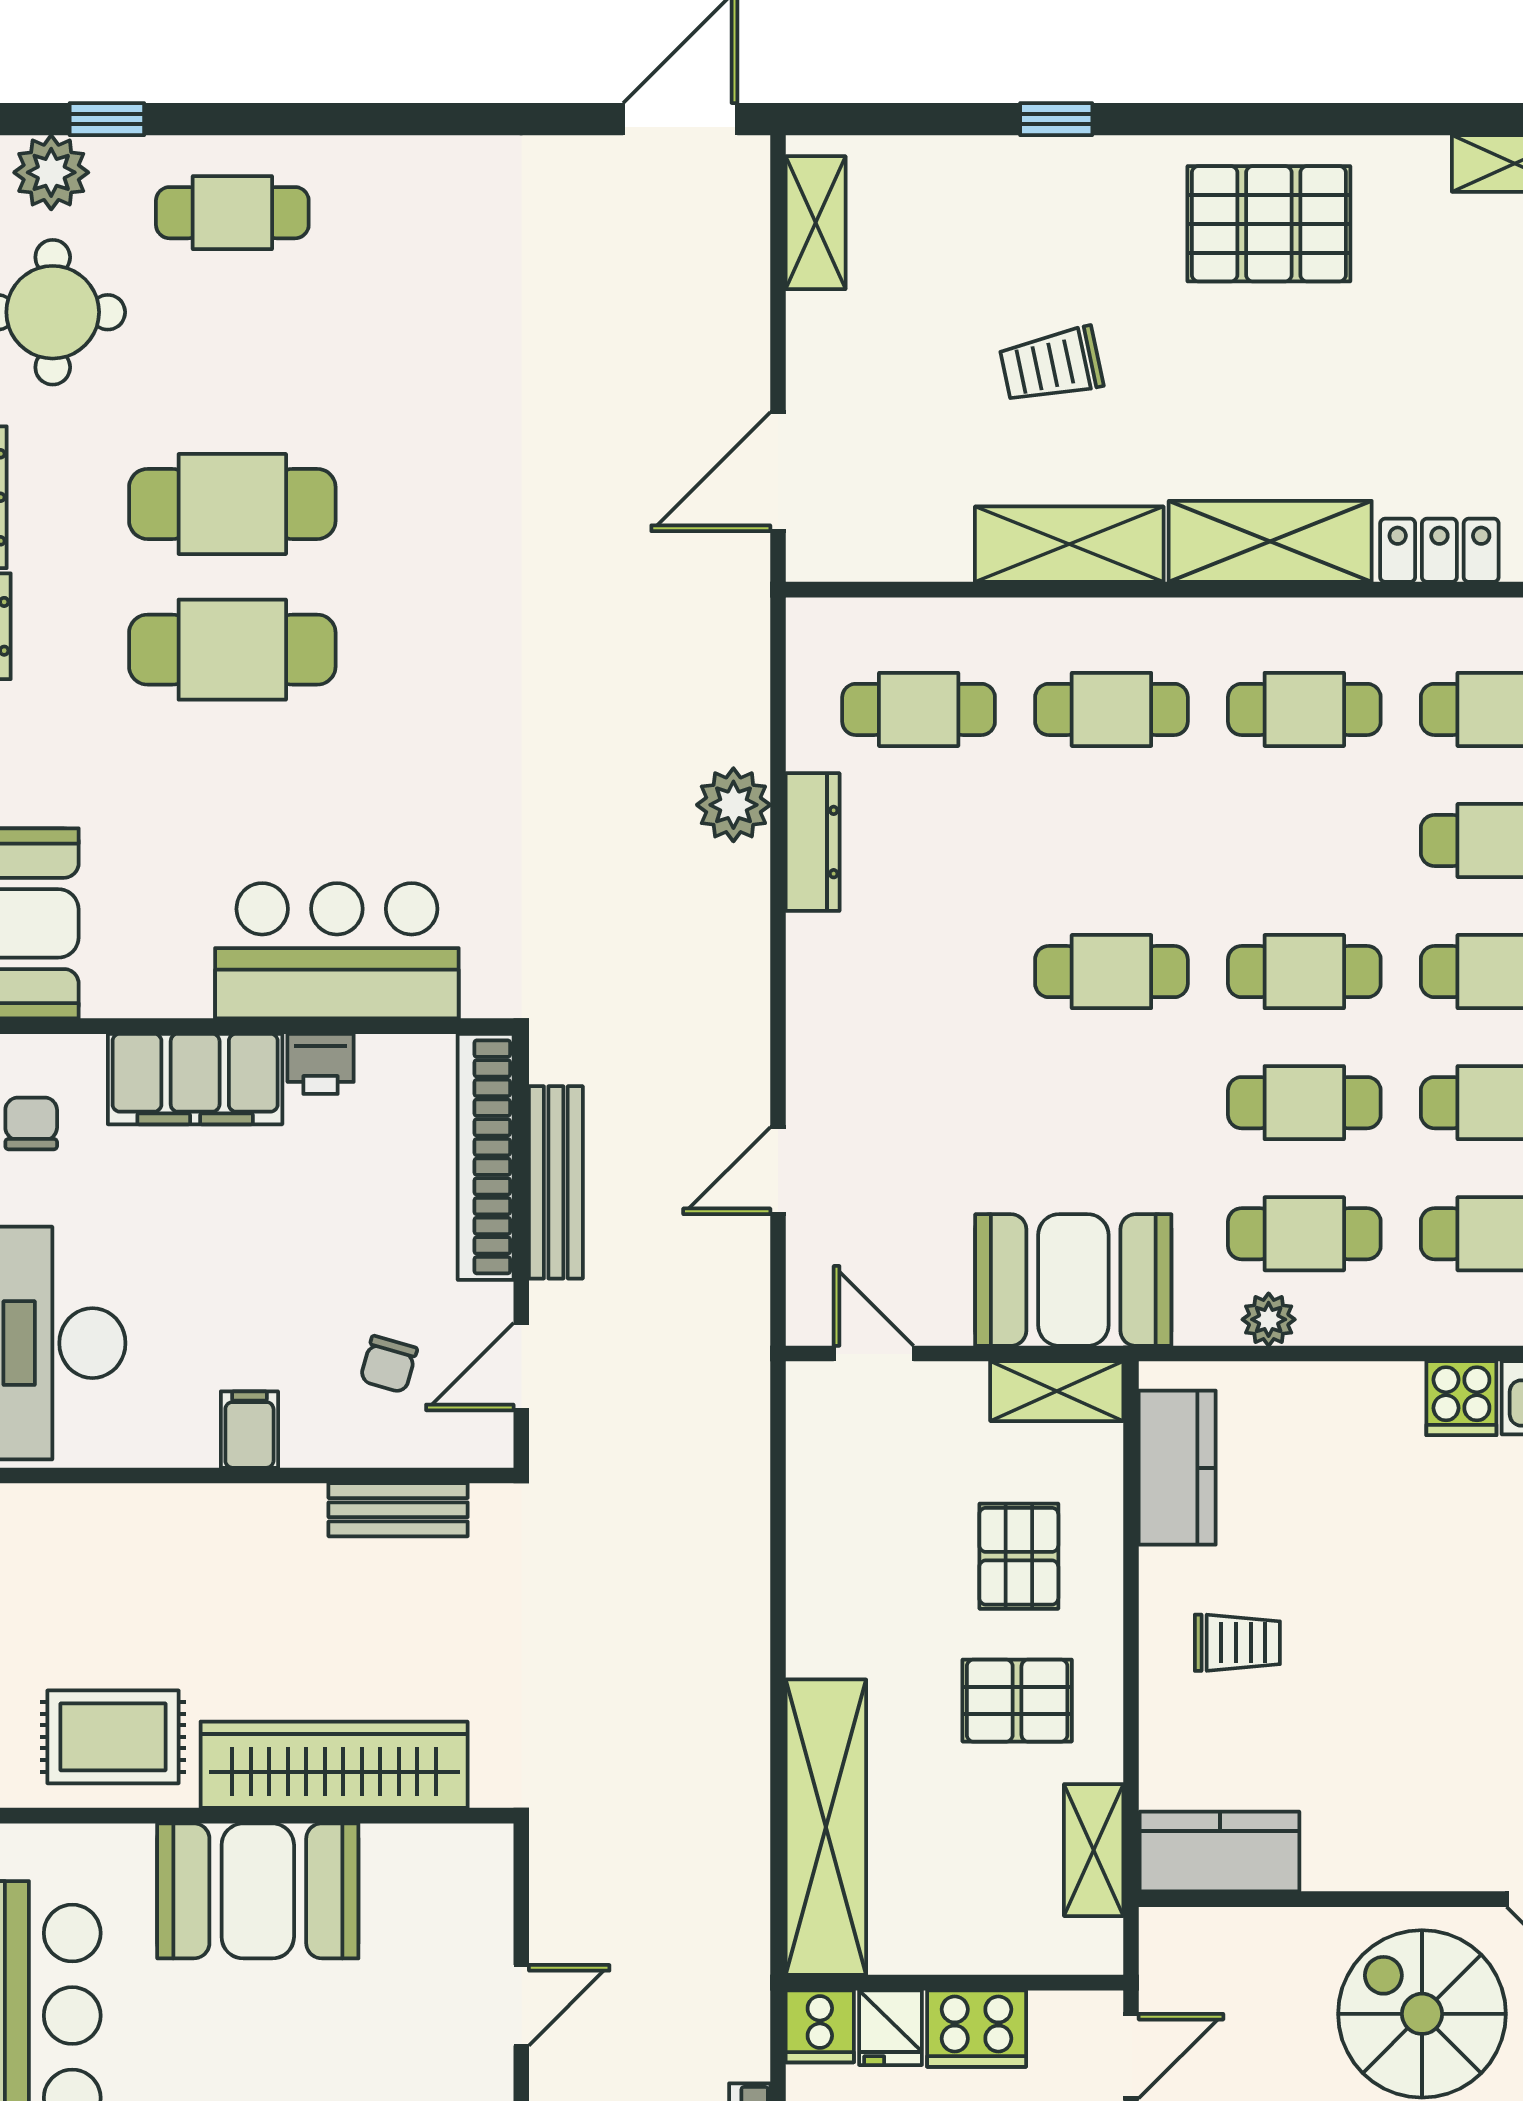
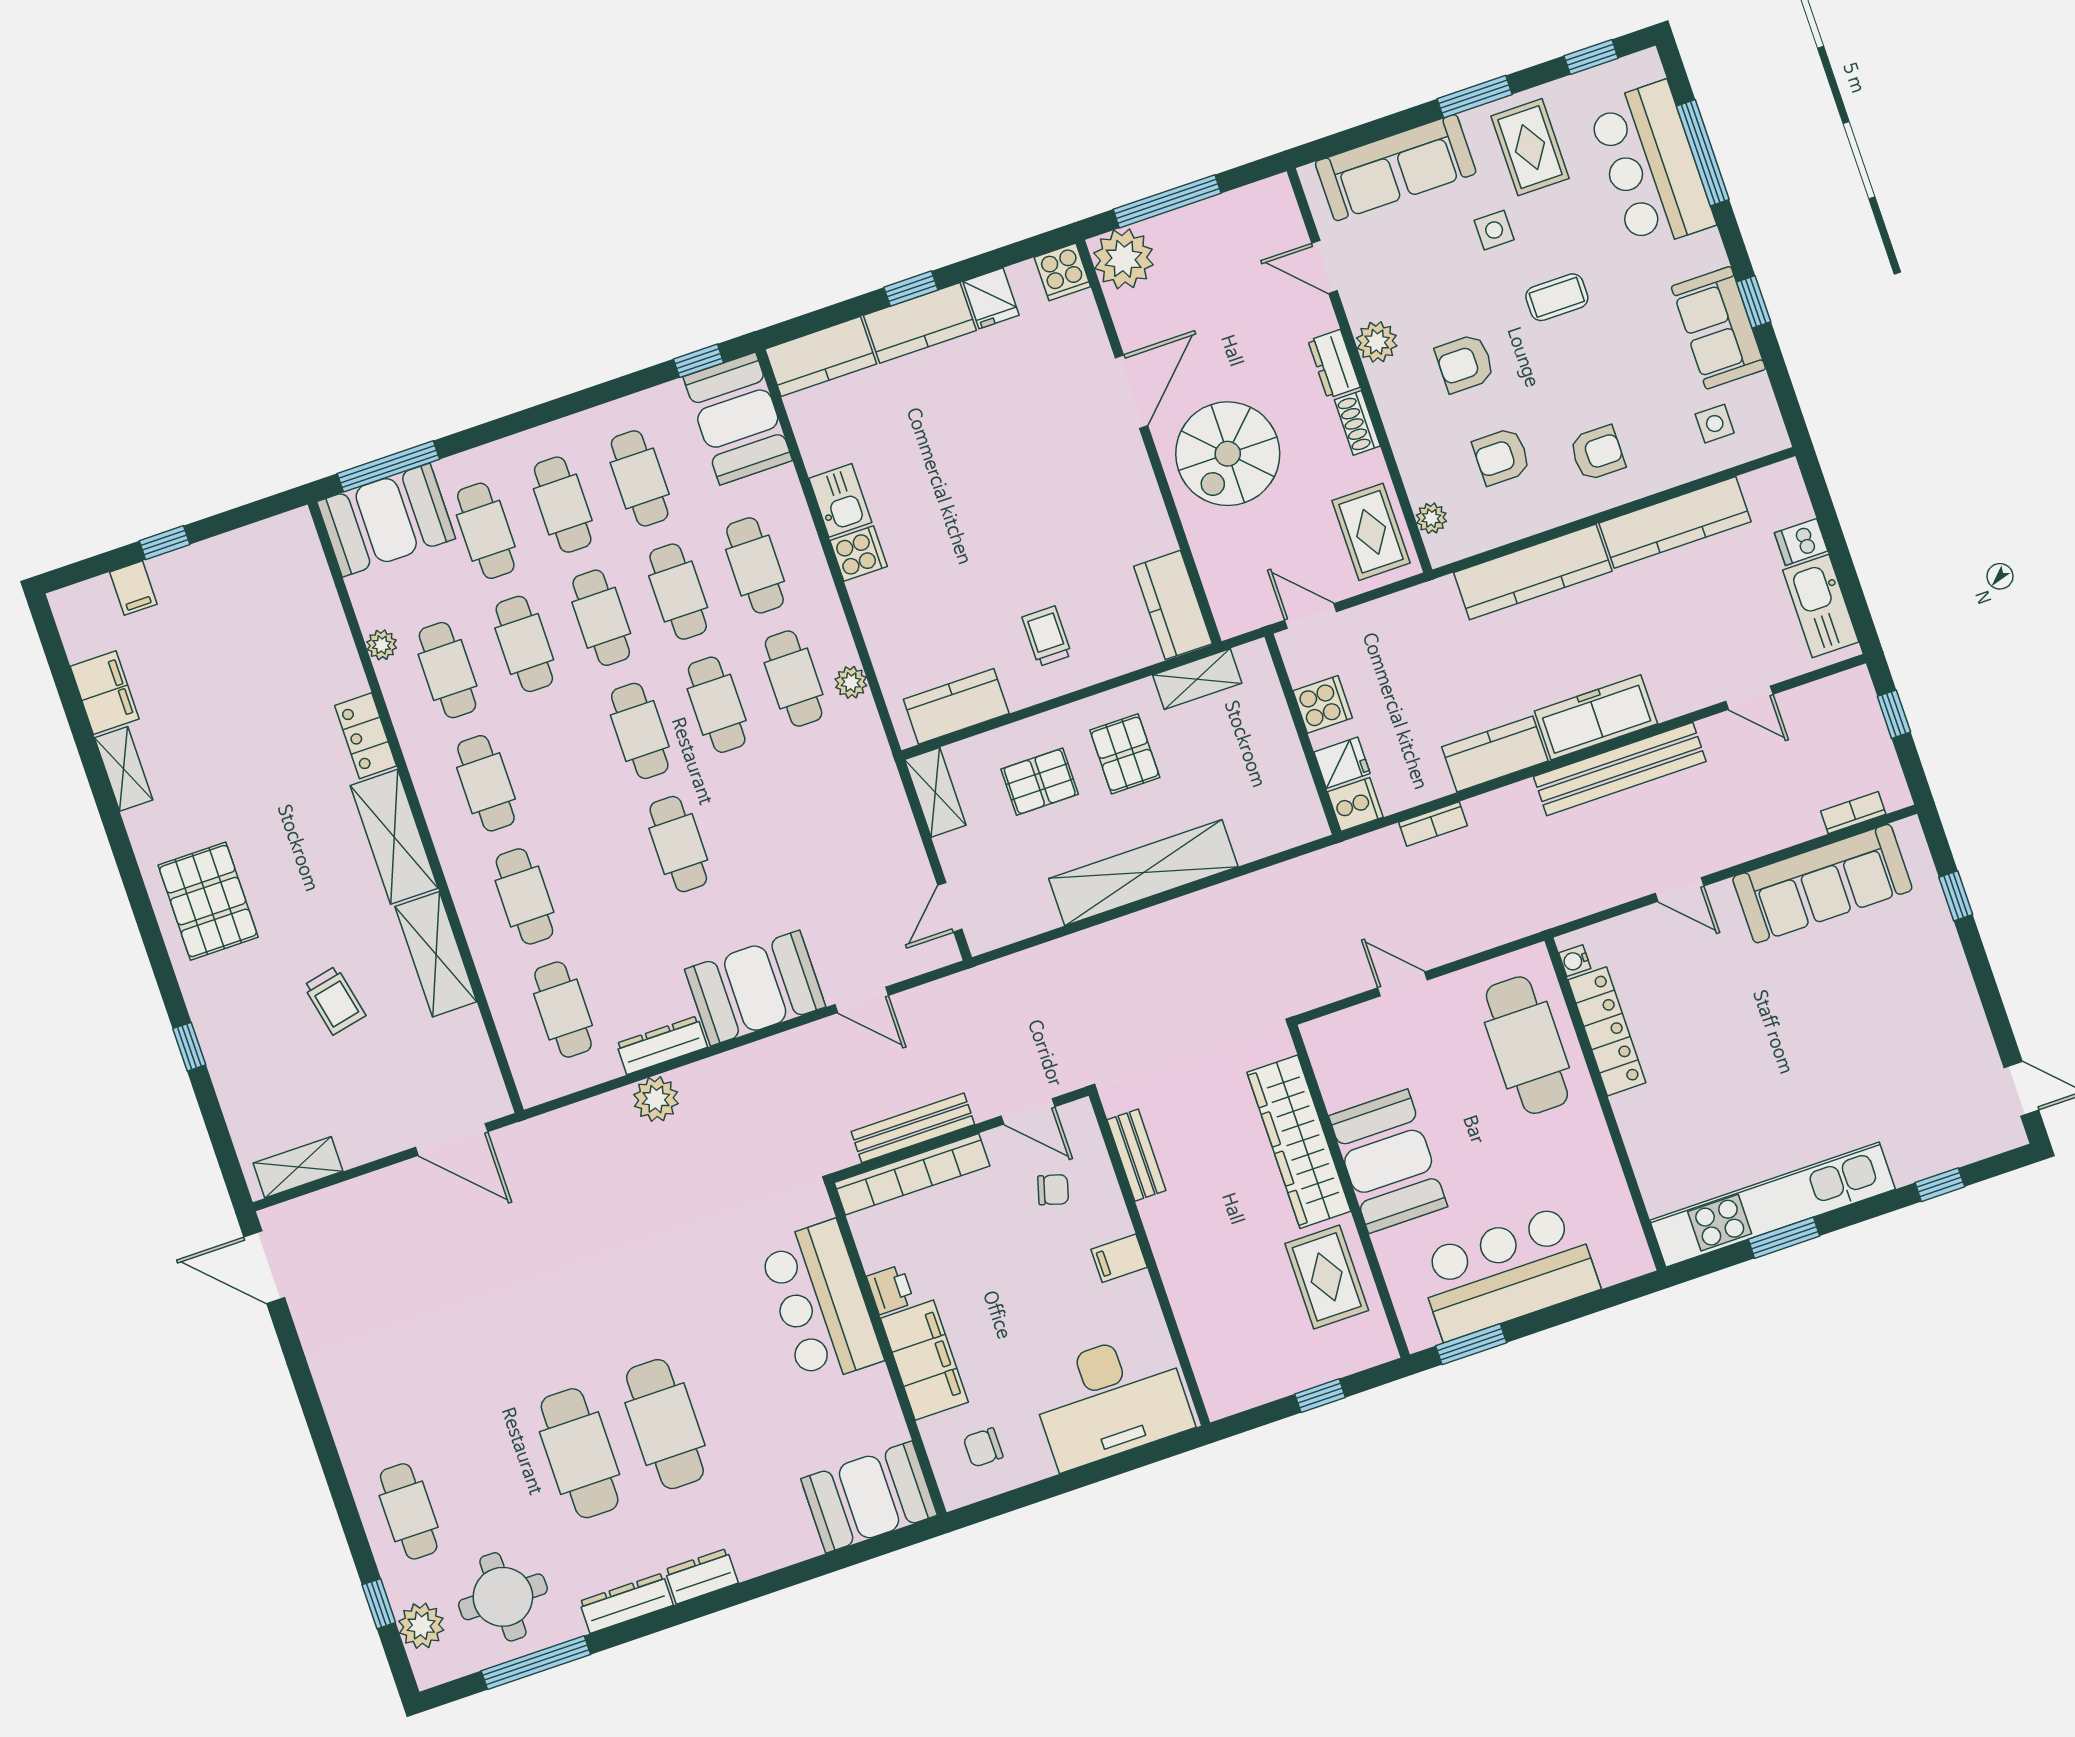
booth: (1073, 1280) -> (755, 988), moved, turned 90
shelving: (826, 1827) -> (1143, 873), moved
cooker: (977, 2029) -> (1323, 704), width x0.73

